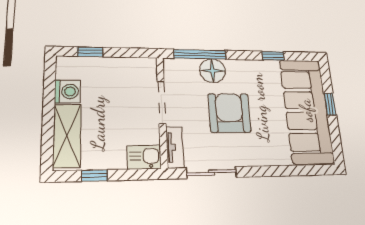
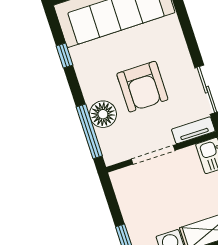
armchair: (229, 113) -> (142, 87), turned -90

